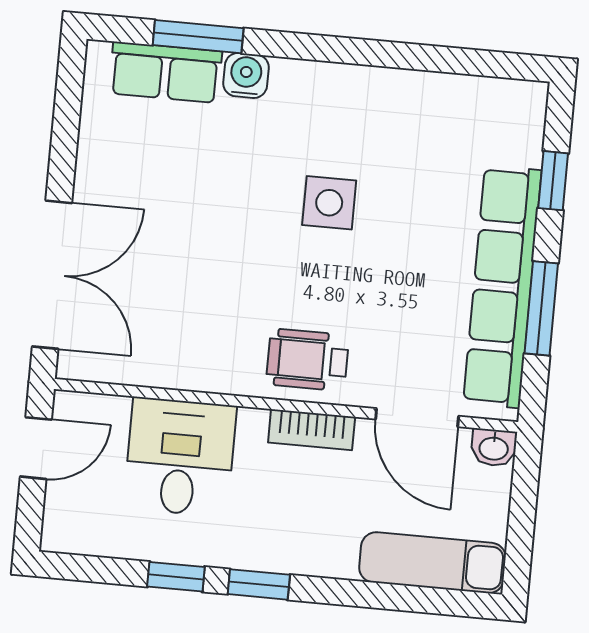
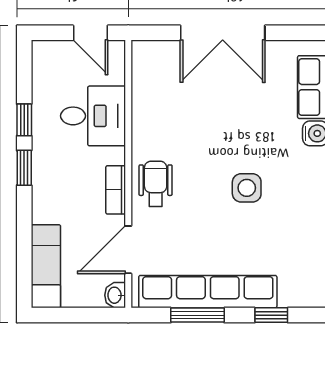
double door: (52, 275) -> (223, 33), moved

